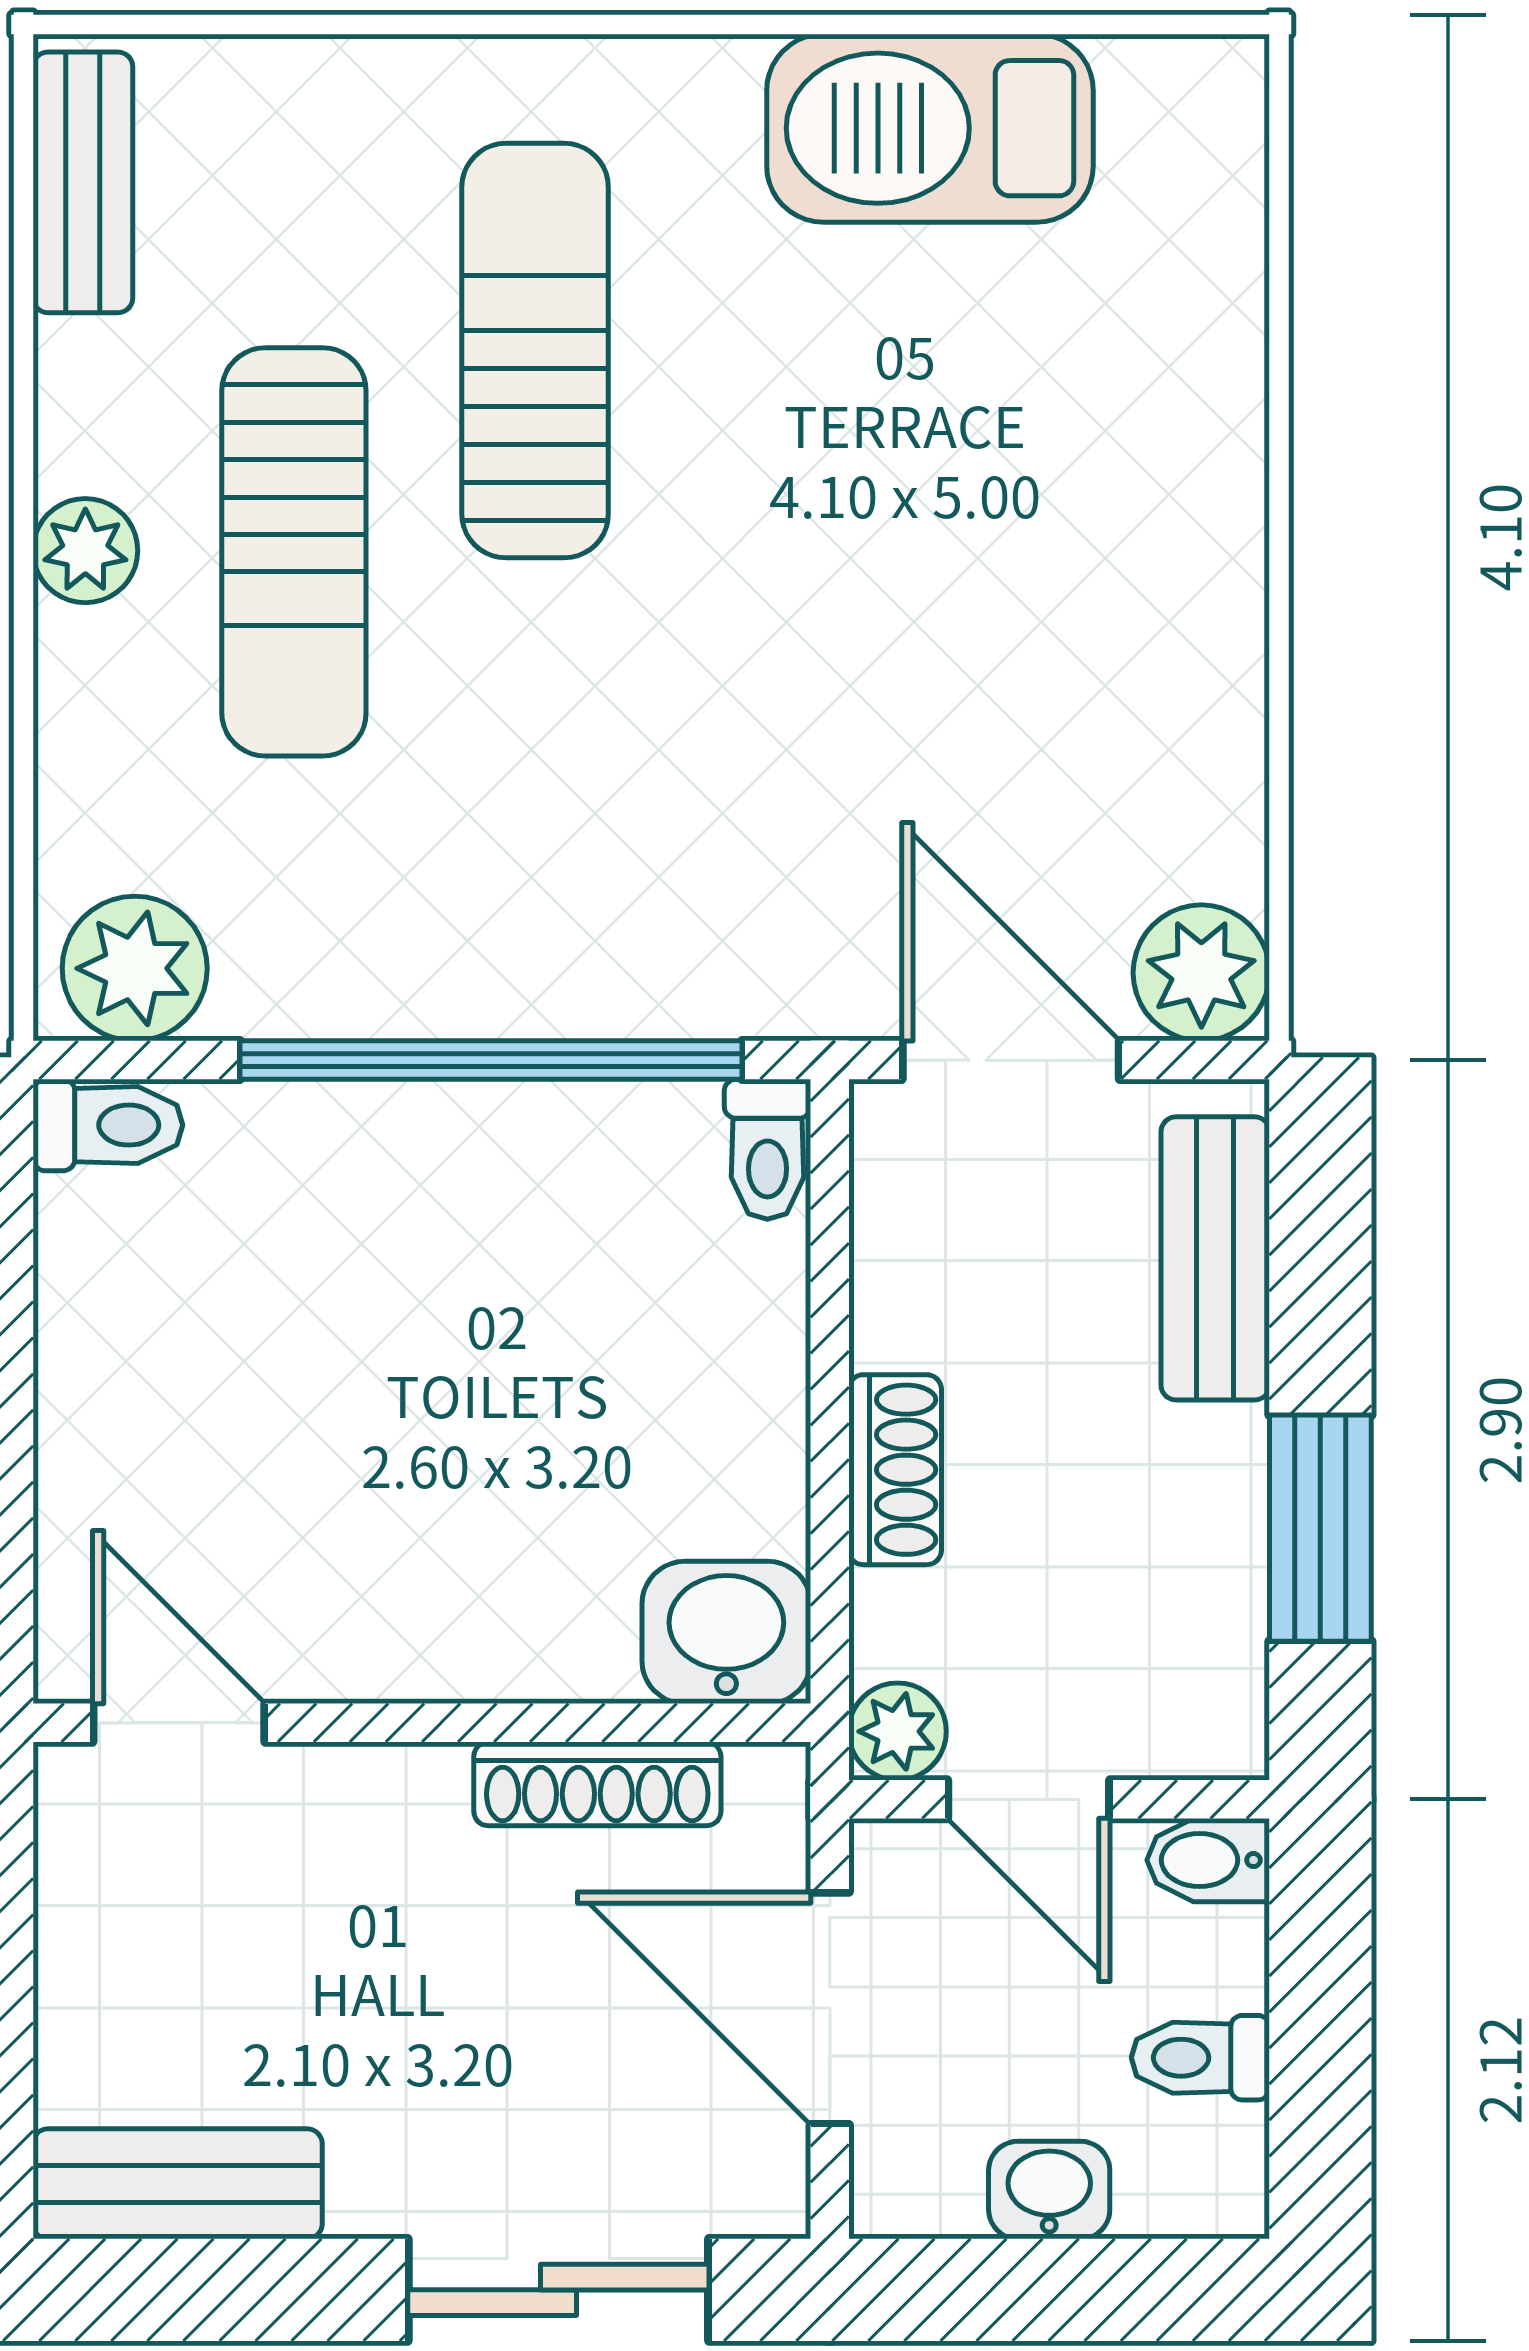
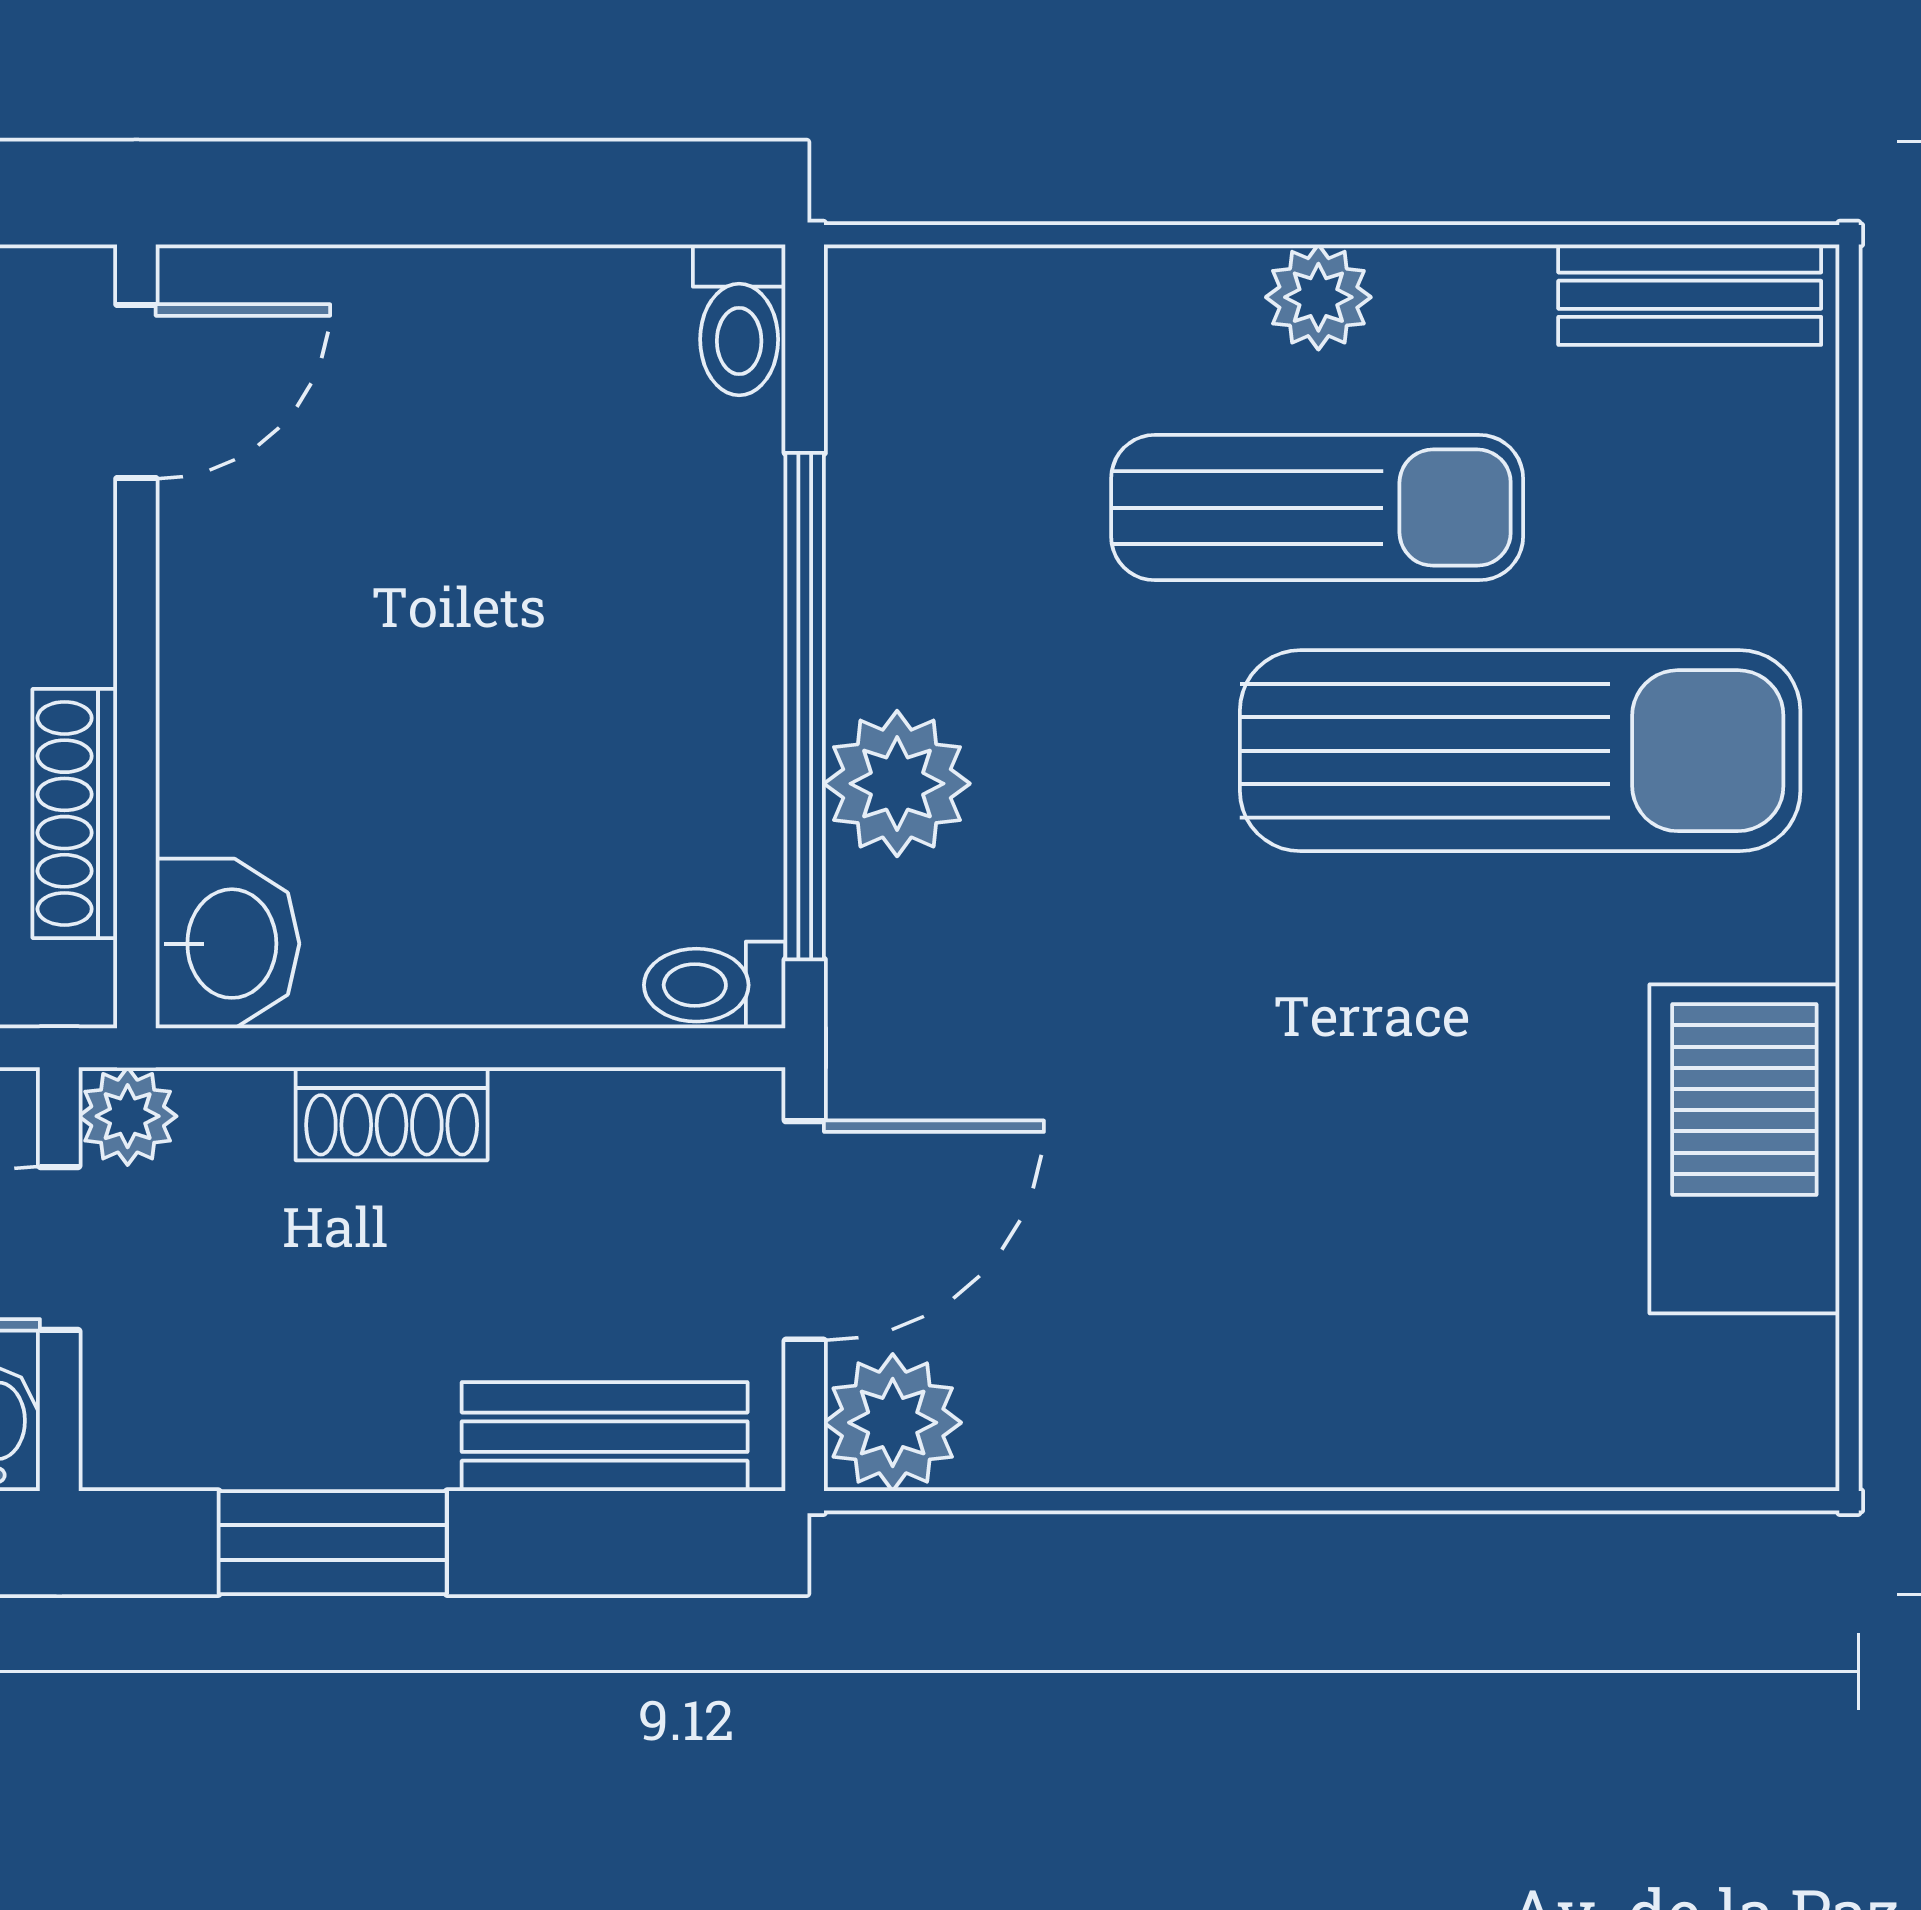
sun lounger: (535, 351) -> (1520, 751), width x1.36, depth x1.34
sun lounger: (294, 552) -> (1317, 508), turned 180
plant: (135, 968) -> (897, 784), moved

